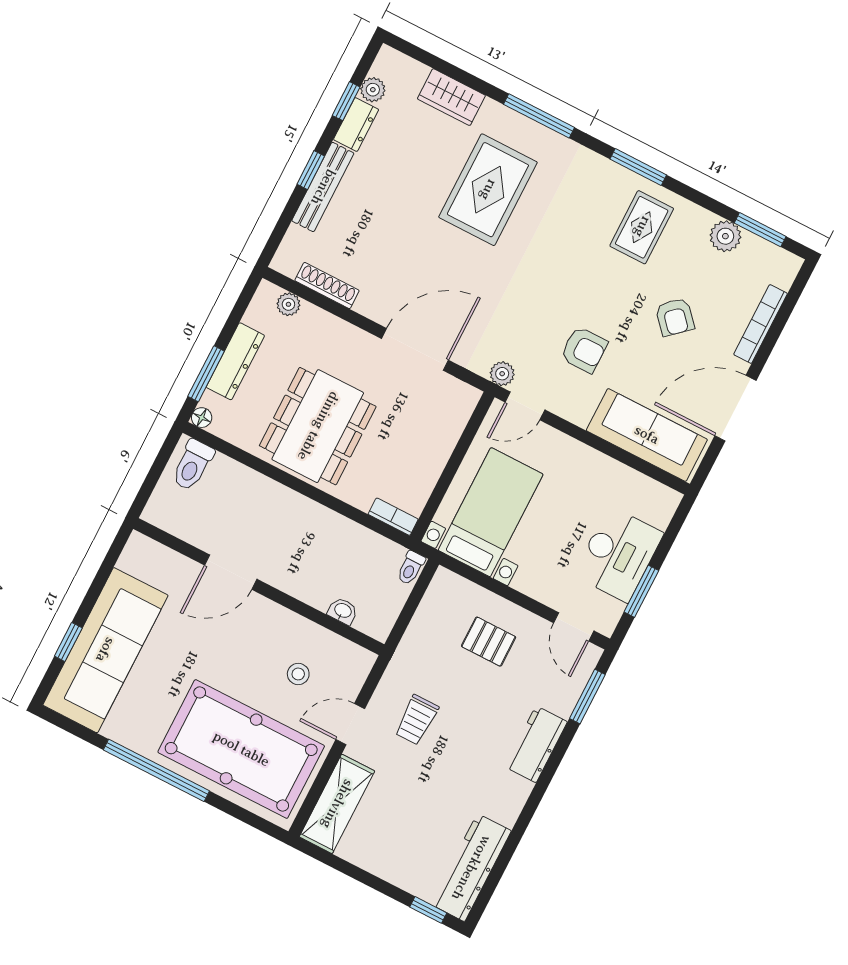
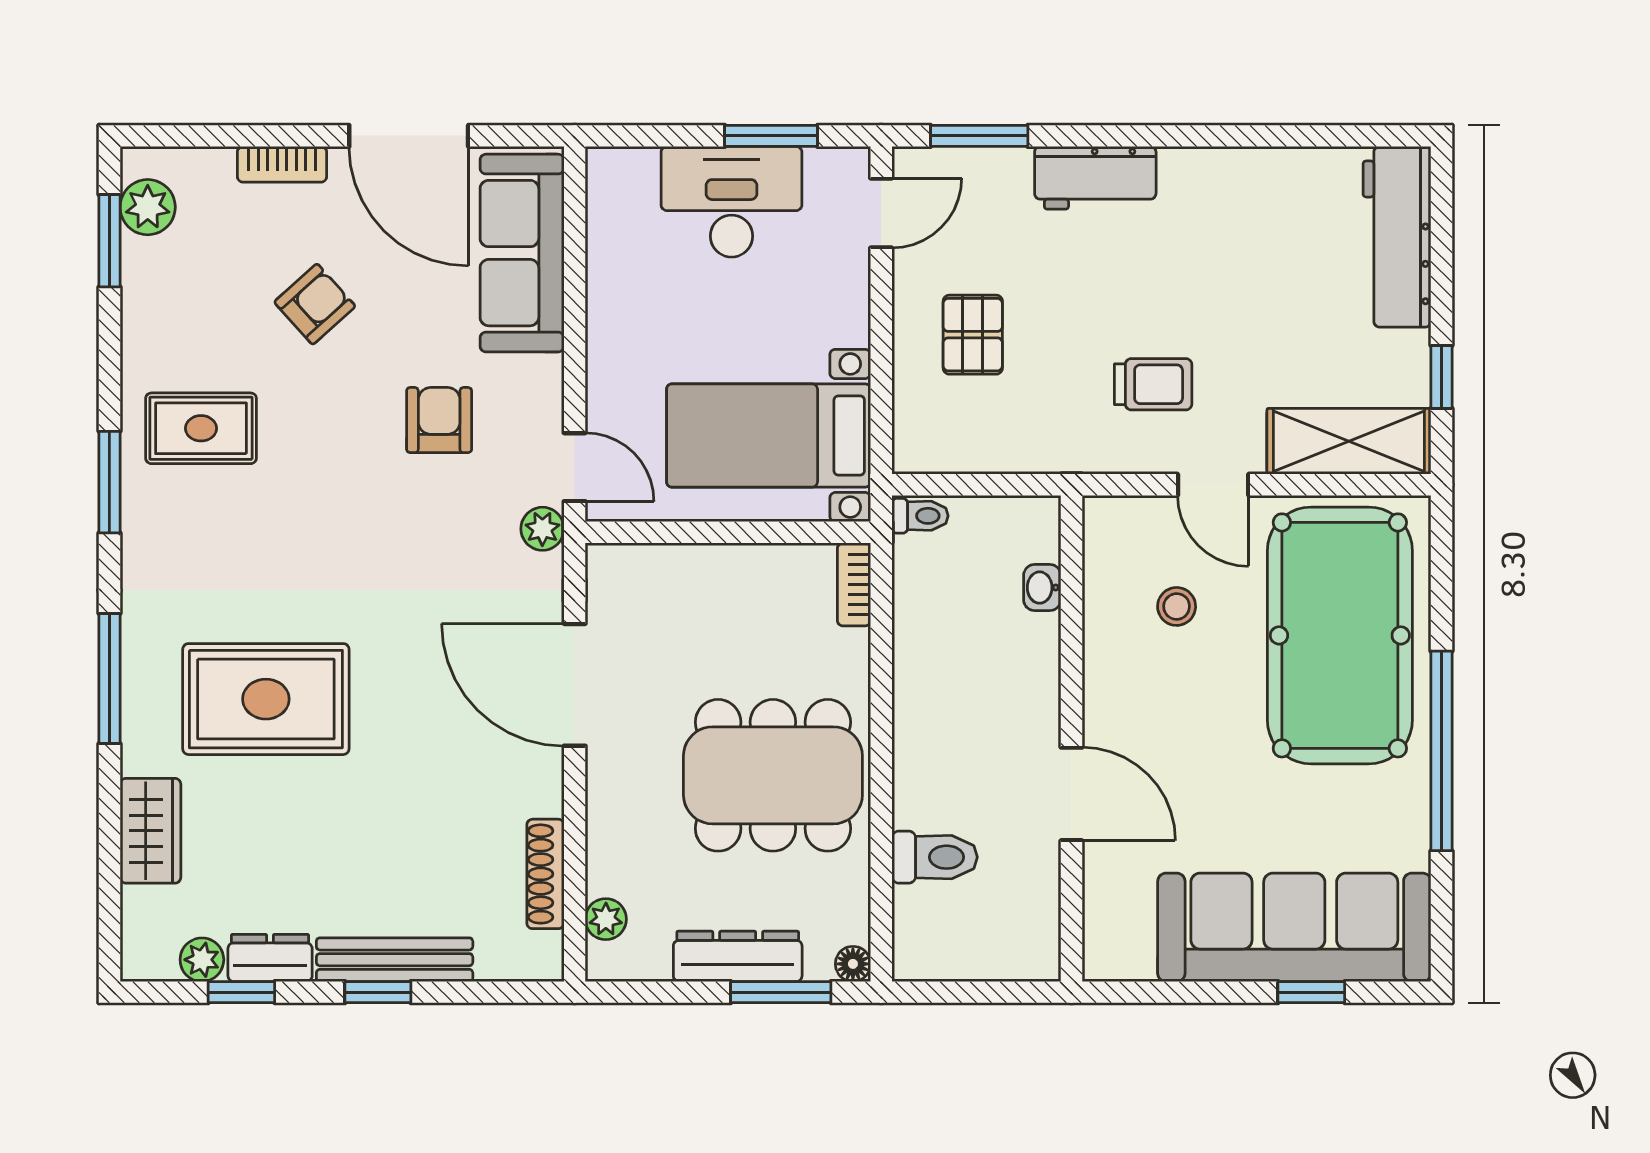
plant: (725, 236) -> (148, 207), moved
bookcase: (761, 324) -> (282, 164), width x0.64
toilet: (193, 465) -> (935, 857), moved
workbench: (471, 868) -> (1397, 237), moved, turned 90
window: (428, 910) -> (1441, 377), moved

